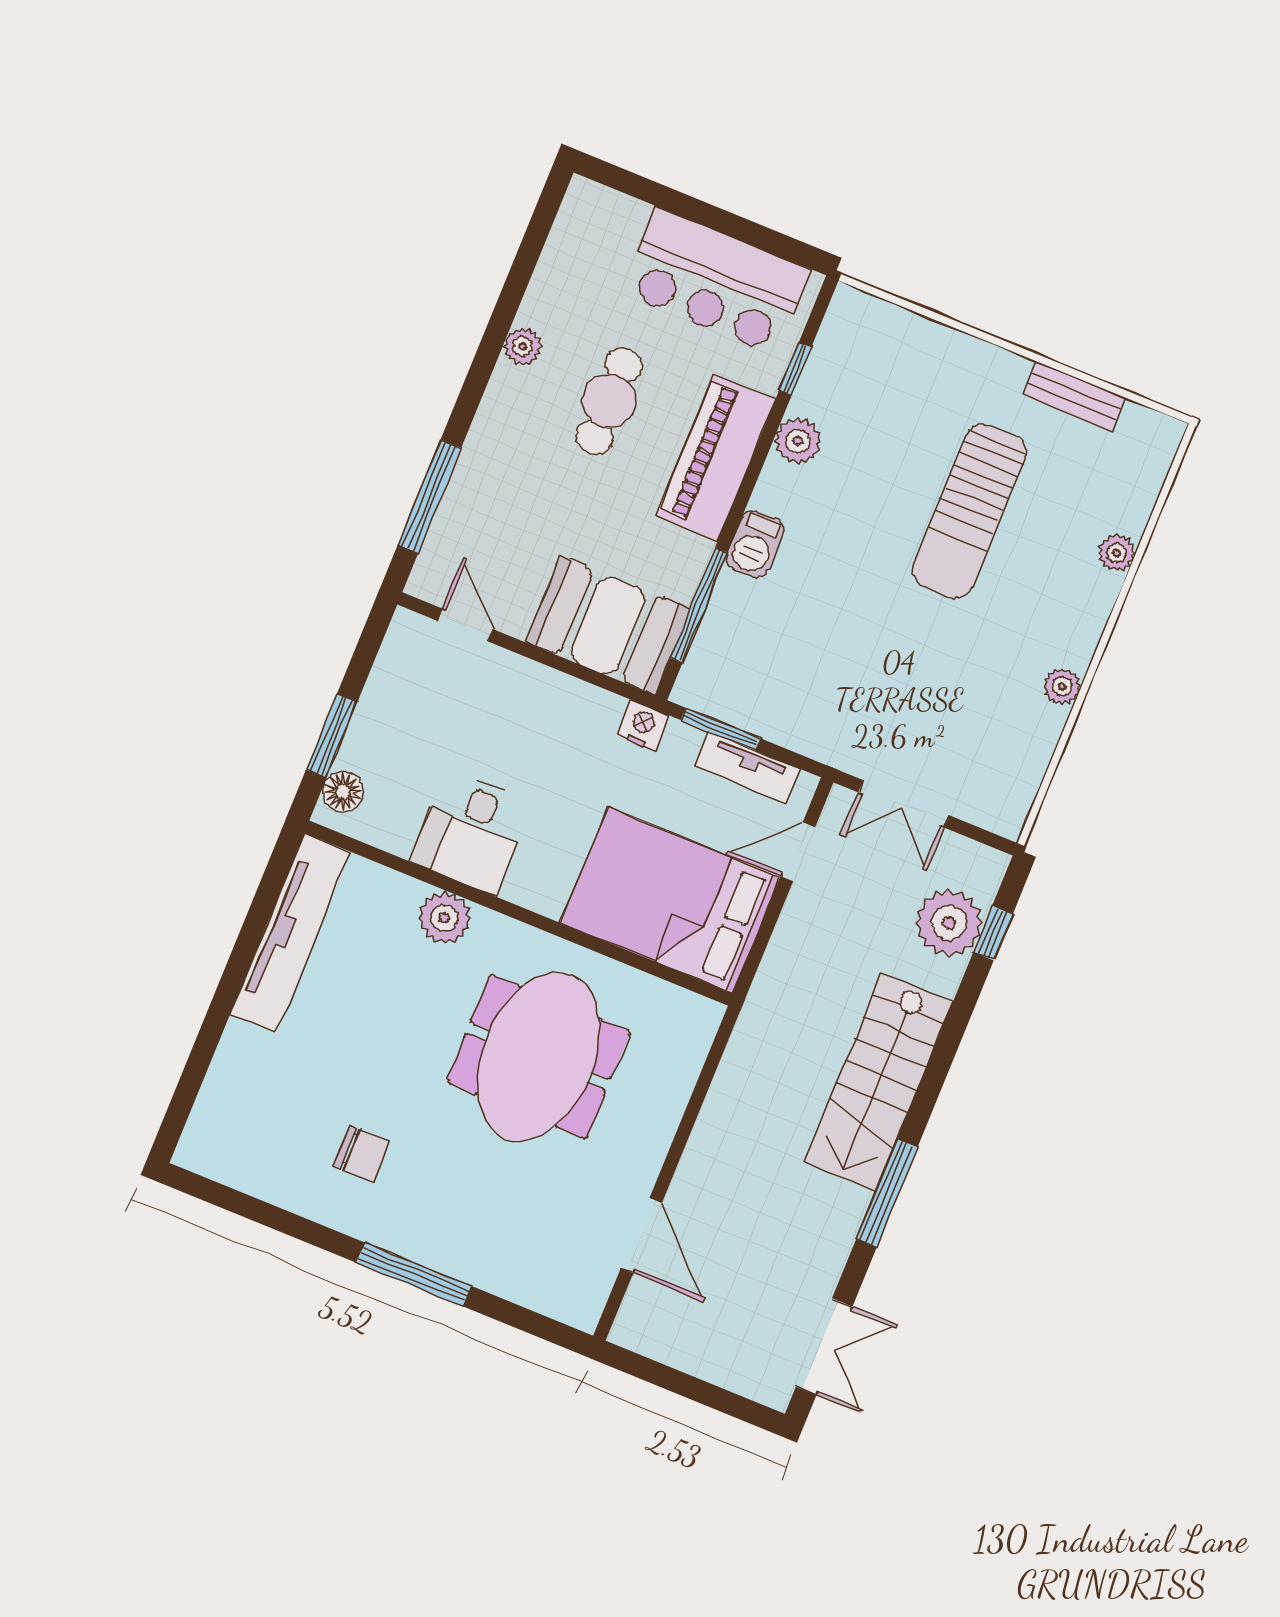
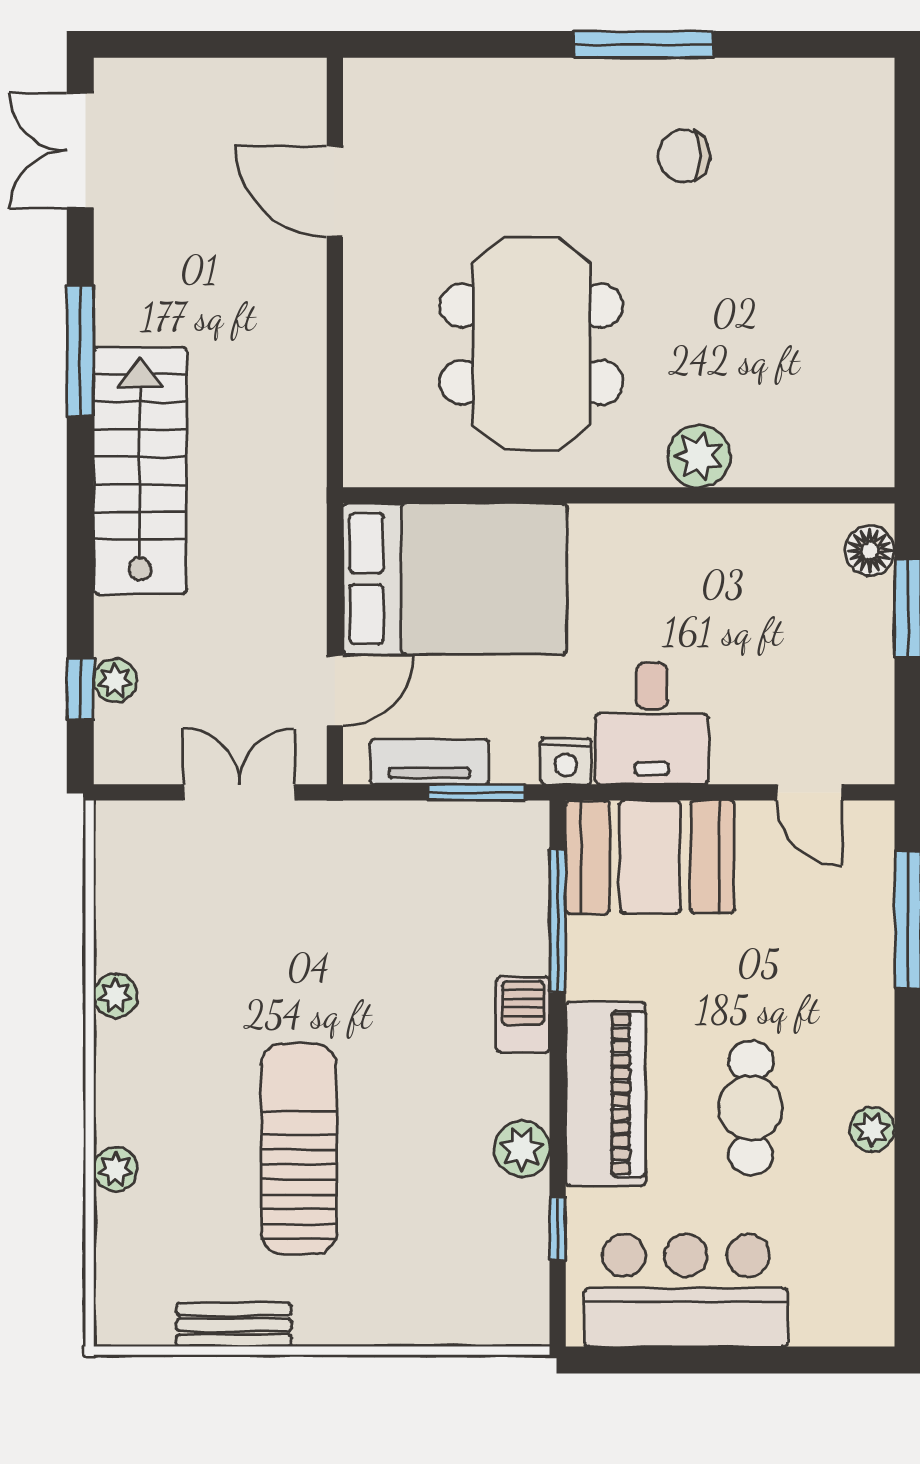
desk: (472, 832) -> (652, 724), moved, turned 180
plant: (949, 923) -> (115, 680), width x0.53, depth x0.53
tv unit: (290, 933) -> (864, 369), removed
window: (414, 1274) -> (644, 44), moved

